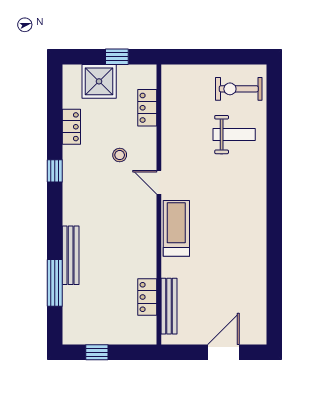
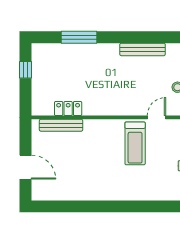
window: (55, 171) -> (165, 37), removed
treadmill: (176, 228) -> (135, 143), moved, turned 90
bench: (71, 255) -> (143, 49), moved

